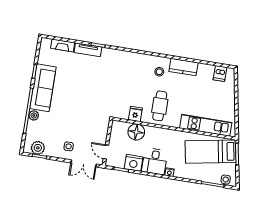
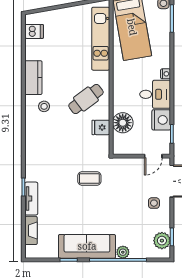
coffee table: (96, 98) -> (89, 179), added
cafe table: (160, 106) -> (86, 99), turned -37

